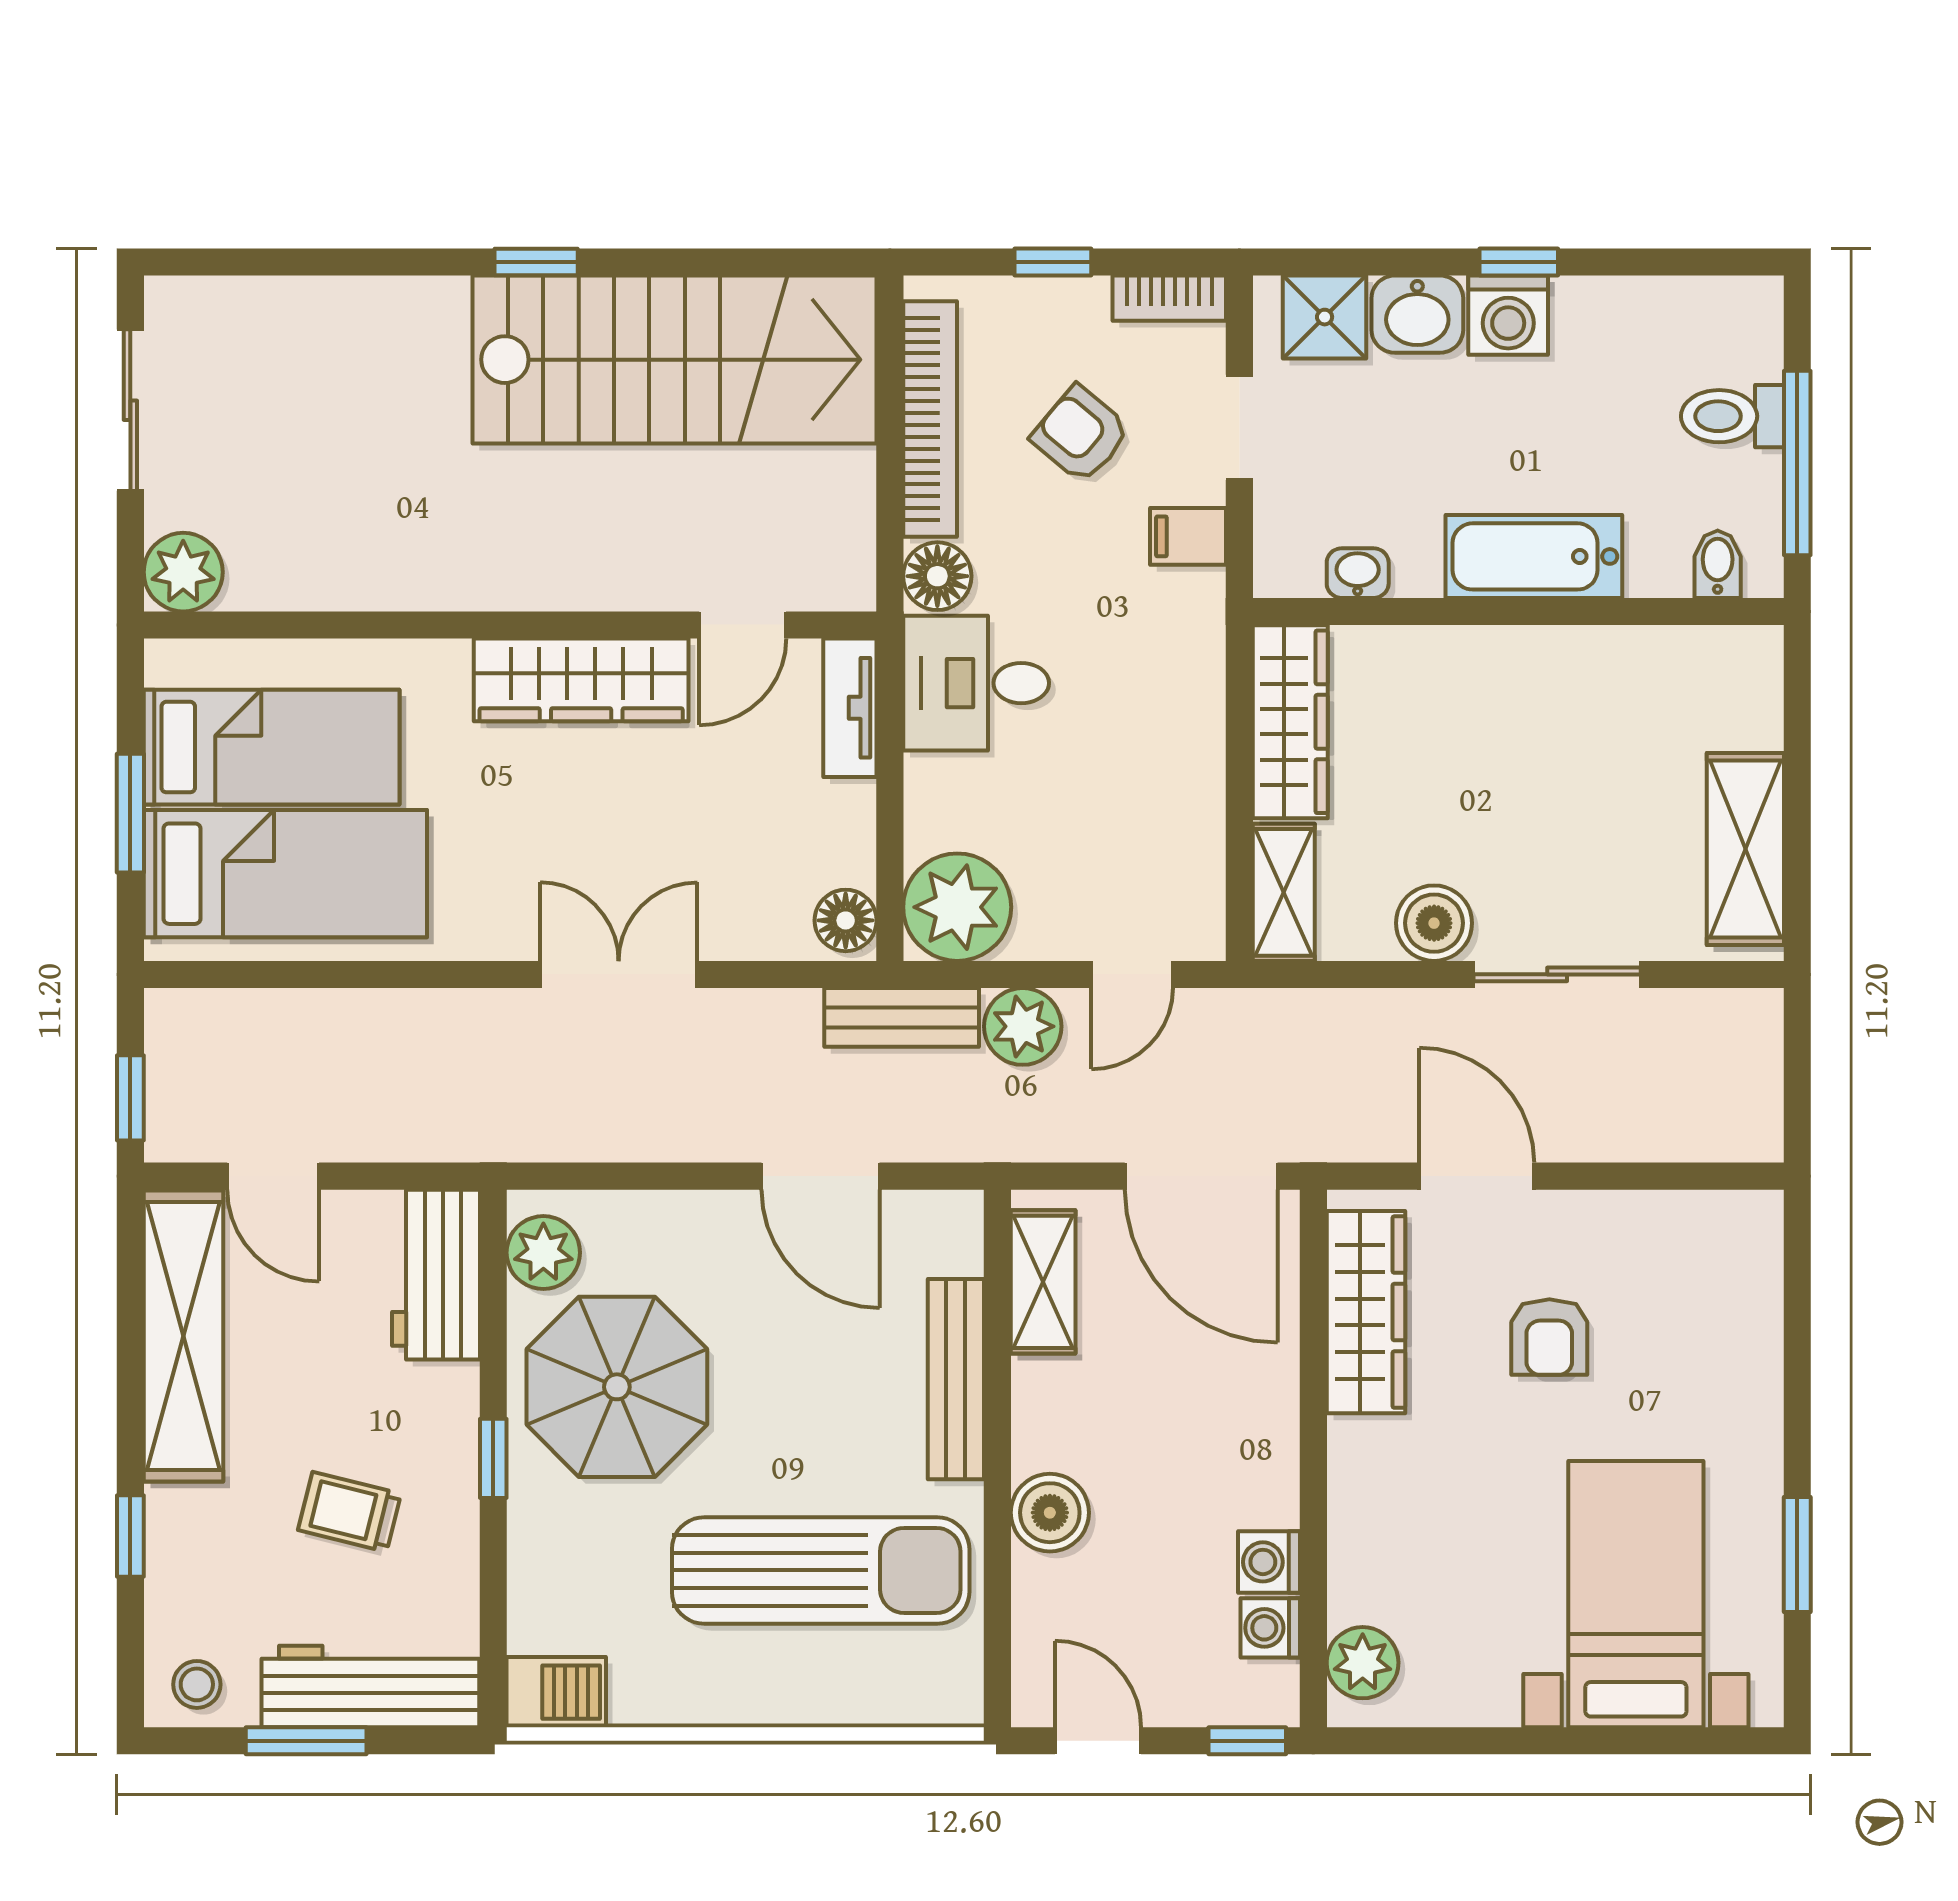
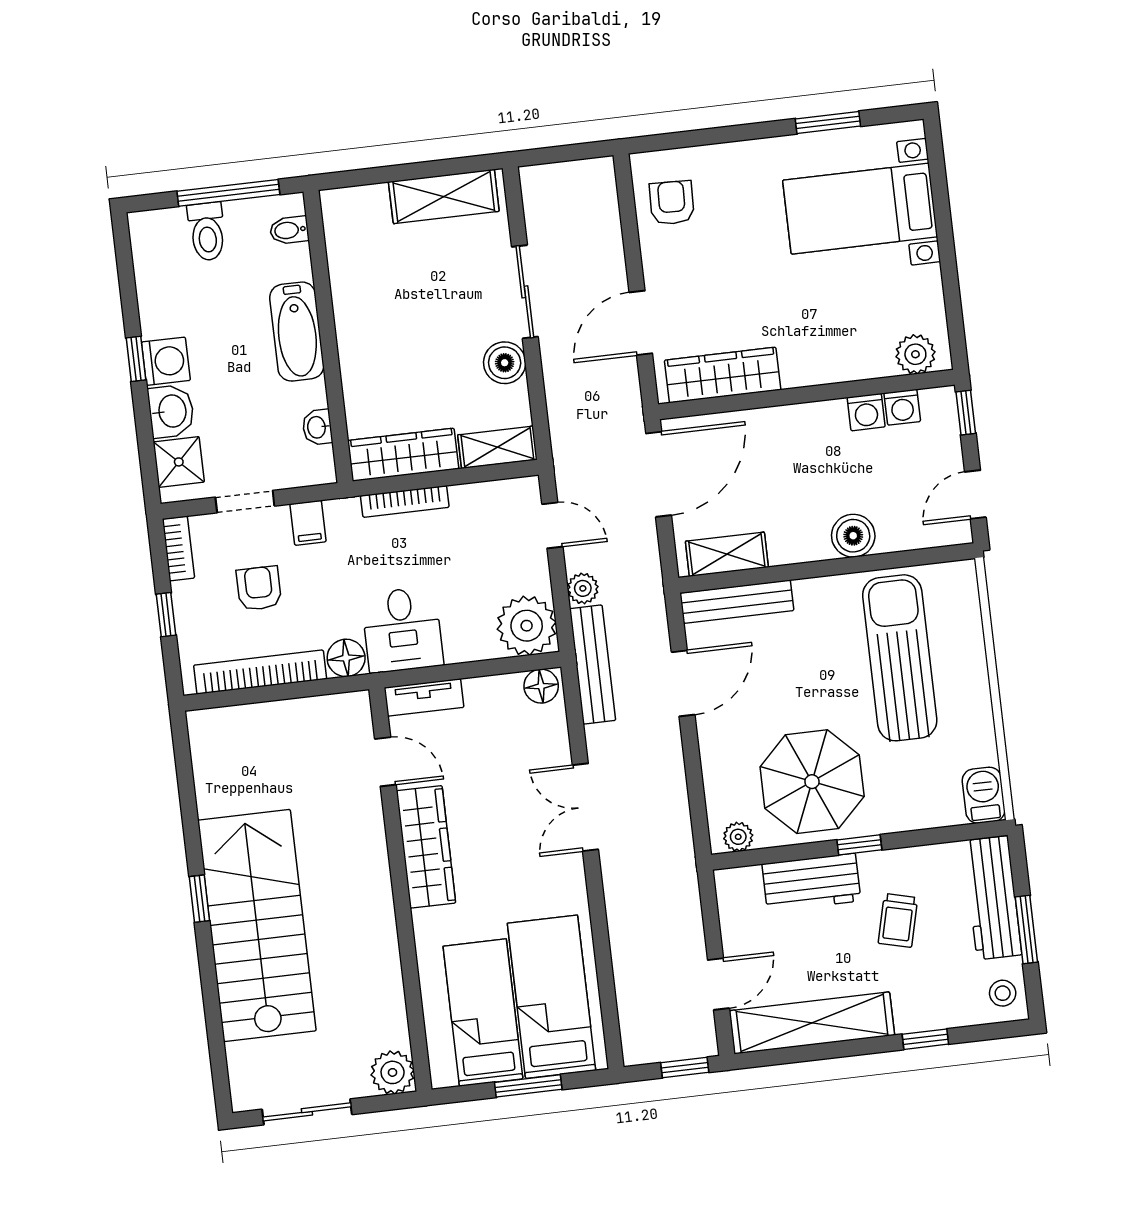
stairs: (674, 360) -> (257, 925), moved
armchair: (1081, 434) -> (259, 588), turned 140
bookcase: (1206, 715) -> (405, 501), added
bench: (902, 1017) -> (593, 665), width x1.36
plant: (1023, 1026) -> (583, 588), width x0.73, depth x0.73
plant: (543, 1253) -> (738, 837), width x0.73, depth x0.73
workbench: (436, 1275) -> (811, 882), moved
armchair: (1549, 1337) -> (672, 203), moved, turned -88
bench: (956, 1379) -> (737, 602), moved

